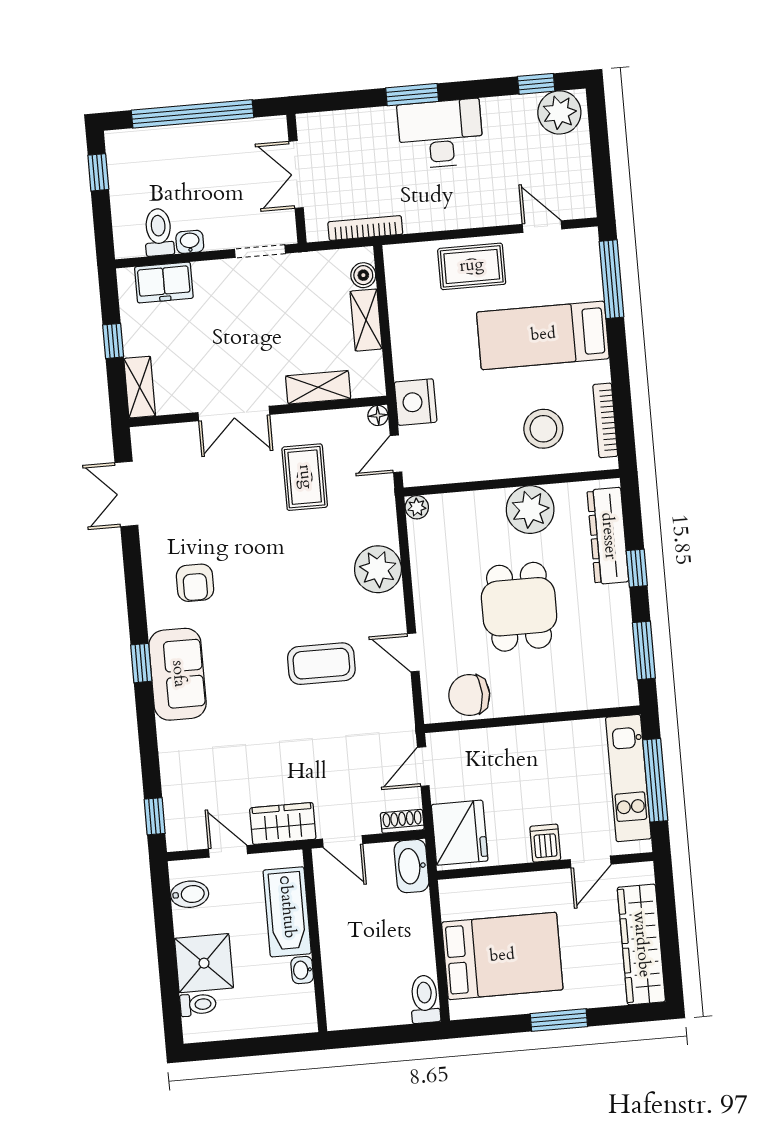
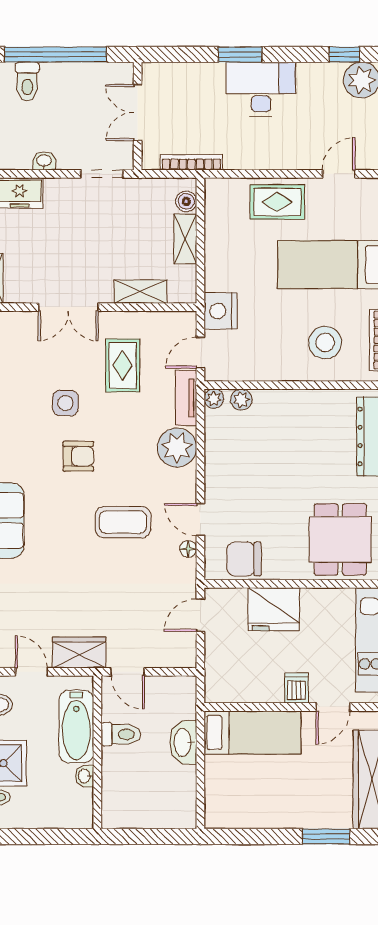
door: (542, 227) -> (339, 174), hinge flipped
toilet: (159, 232) -> (27, 82), moved, turned 180
floor lamp: (378, 415) -> (188, 549), moved
tv unit: (384, 509) -> (186, 398), added
plant: (530, 510) -> (241, 400), moved, width x0.53, depth x0.53
side table: (240, 528) -> (65, 403), added
armchair: (195, 583) -> (78, 456), moved, turned -90
dining table: (519, 607) -> (340, 539), moved
shoe rack: (402, 821) -> (179, 659), removed
fridge: (460, 833) -> (274, 609), moved, turned 90
washbasin: (411, 866) -> (183, 742), moved
bed: (502, 956) -> (252, 732), moved, width x0.67
toilet: (425, 999) -> (121, 734), moved, turned 90
window: (559, 1020) -> (326, 836), moved

